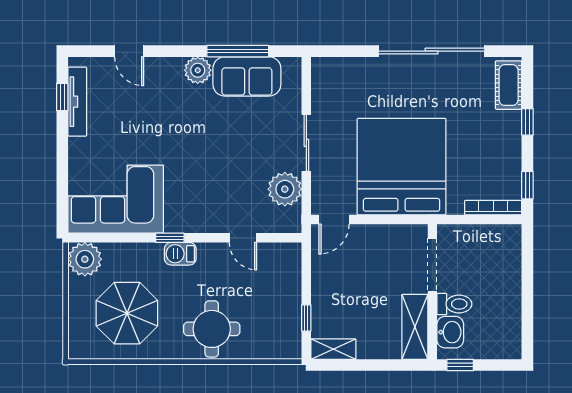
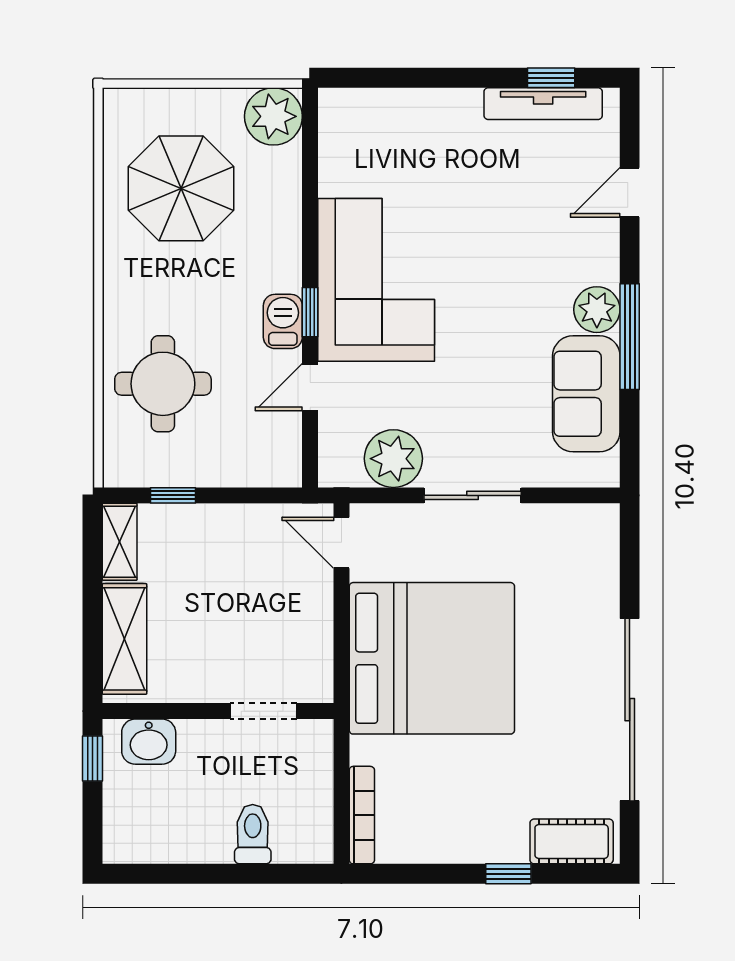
window: (238, 51) -> (630, 337), moved
window: (527, 185) -> (400, 874), removed
corner sofa: (116, 199) -> (376, 280), moved
window: (170, 238) -> (310, 312), moved
barbecue: (180, 254) -> (283, 321), moved
doorway: (432, 265) -> (264, 711), width x0.73
toilet: (454, 304) -> (253, 834), moved, turned 180
shelving: (415, 327) -> (124, 639), moved, turned 90
round table: (212, 329) -> (163, 384), moved

